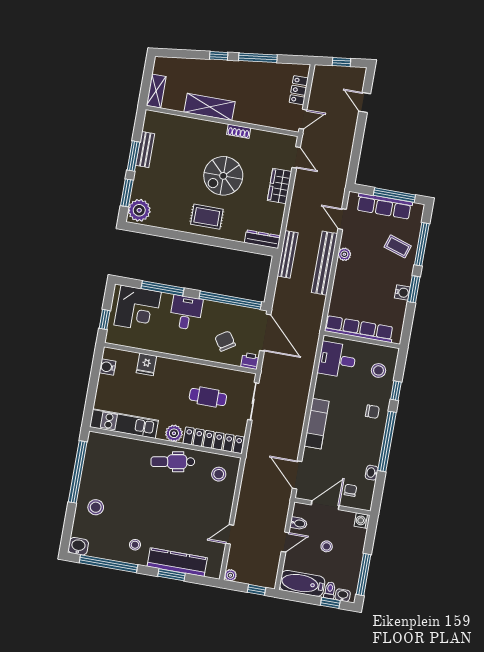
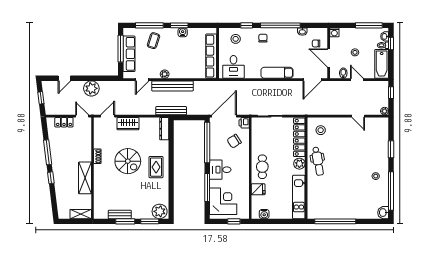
plant: (342, 140) -> (91, 88), added
cafe table: (208, 397) -> (262, 167), moved
stool: (96, 507) -> (356, 206), removed
kitchen counter: (177, 562) -> (382, 147), removed

